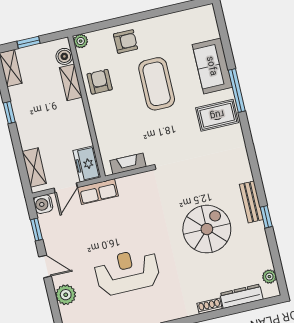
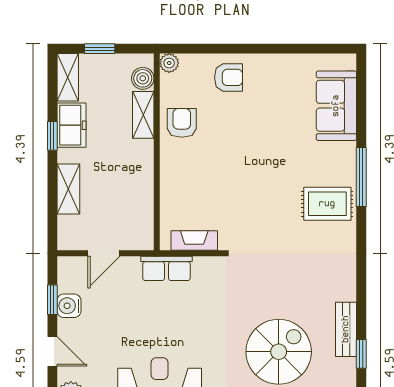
sofa: (212, 66) -> (336, 106), moved
coffee table: (157, 84) -> (257, 143), removed
freezer: (87, 164) -> (71, 125), moved, turned 180
shelving: (34, 168) -> (68, 189), moved
row of seats: (98, 192) -> (166, 268), moved
water cooler: (43, 204) -> (69, 306), moved

